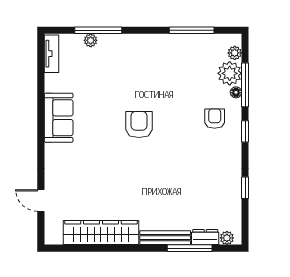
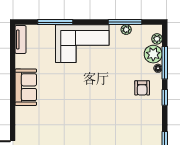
plant: (91, 40) -> (126, 30), moved
corner sofa: (134, 59) -> (82, 44), added
armchair: (215, 119) -> (142, 88), turned 180
armchair: (139, 124) -> (86, 92), removed

